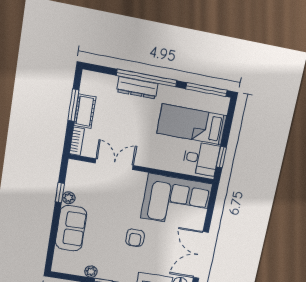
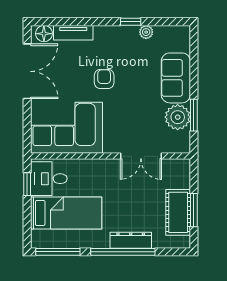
cot: (85, 111) -> (178, 212), width x1.37, depth x1.34
bookcase: (77, 141) -> (185, 173), removed
window: (60, 193) -> (194, 115), width x1.50
plant: (69, 198) -> (178, 117), width x1.88, depth x1.88

